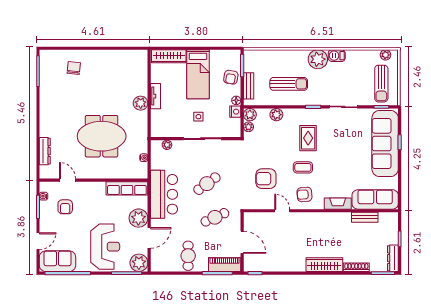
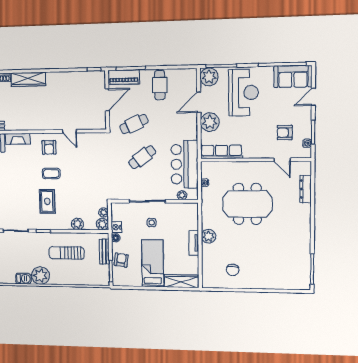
chair: (74, 68) -> (233, 270), moved
armchair: (266, 179) -> (86, 162), removed
bar counter: (164, 194) -> (185, 164), moved
armchair: (304, 194) -> (49, 147), turned 94
armchair: (65, 207) -> (285, 133), turned -90
door: (242, 242) -> (107, 100), swing flipped
reception desk: (105, 247) -> (243, 93), turned 180

